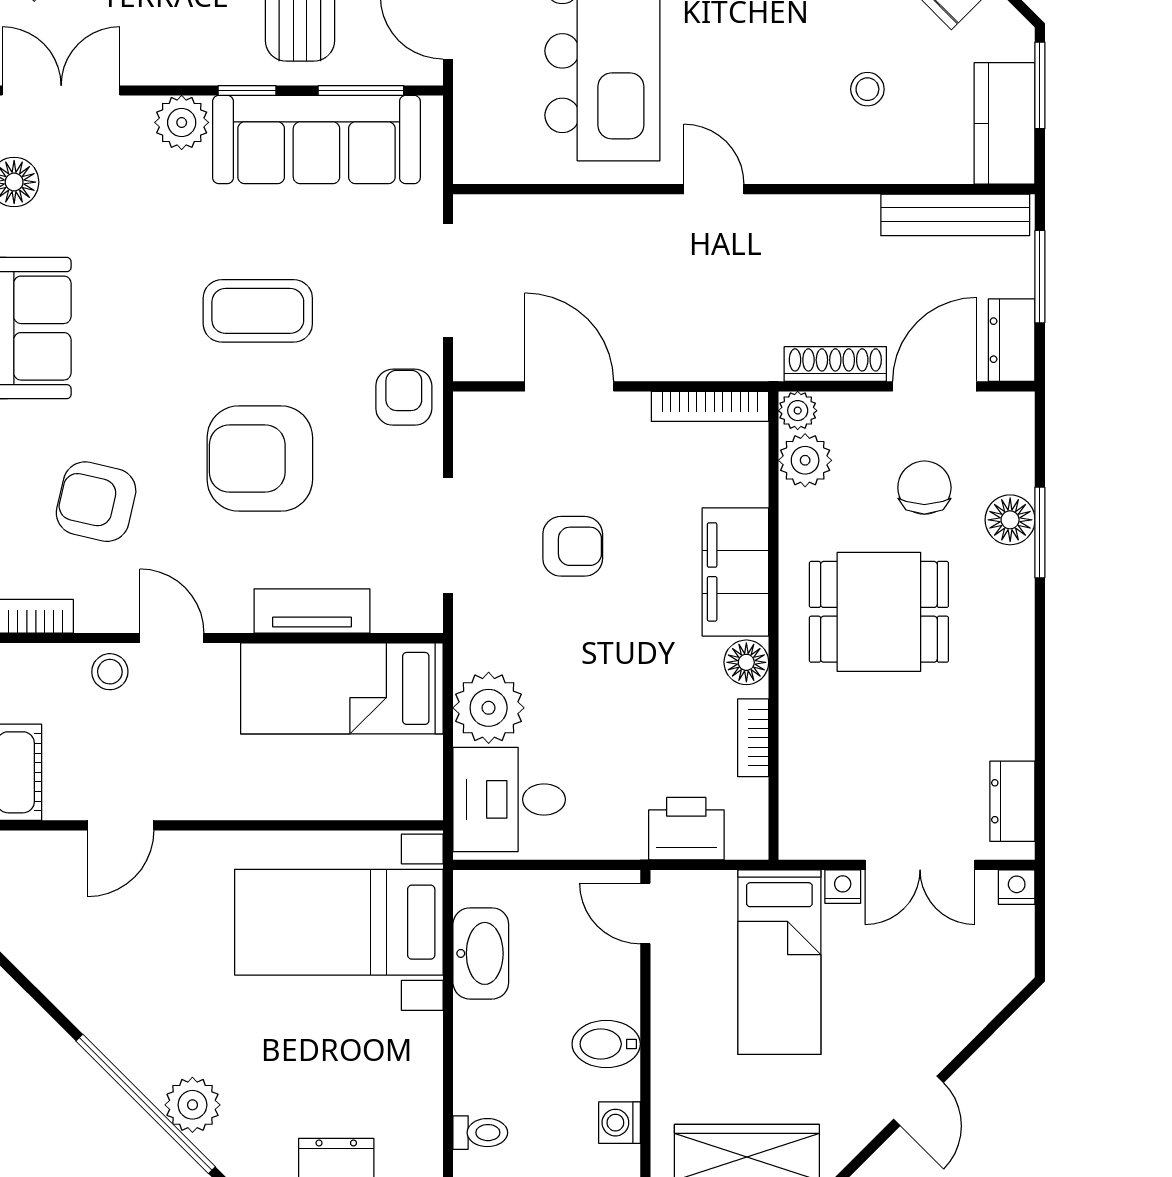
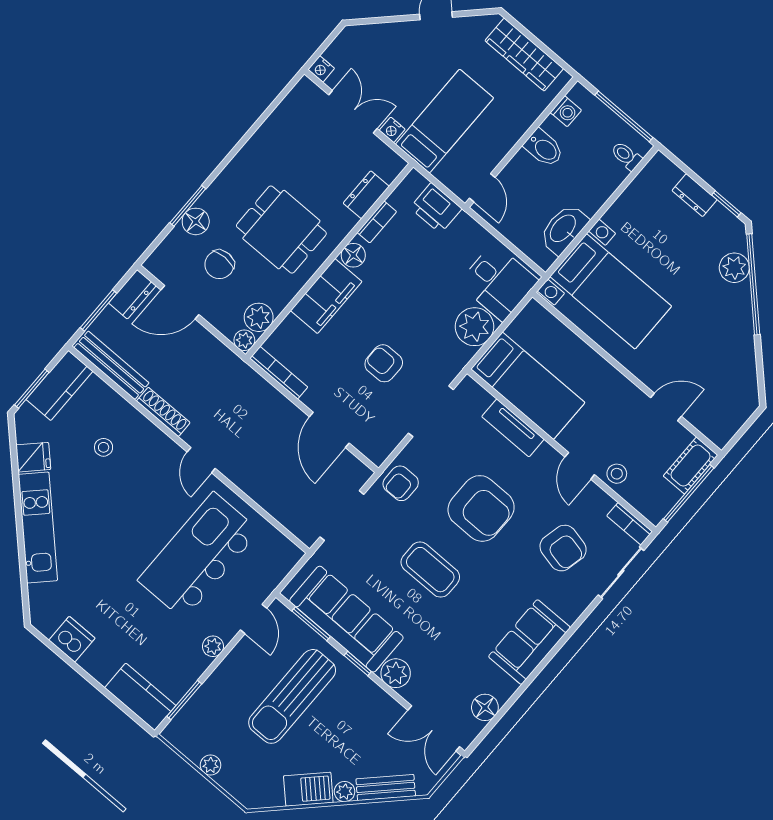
shoe rack: (835, 364) -> (163, 412), moved, turned 180
dresser: (1012, 801) -> (366, 195), moved, turned 180

